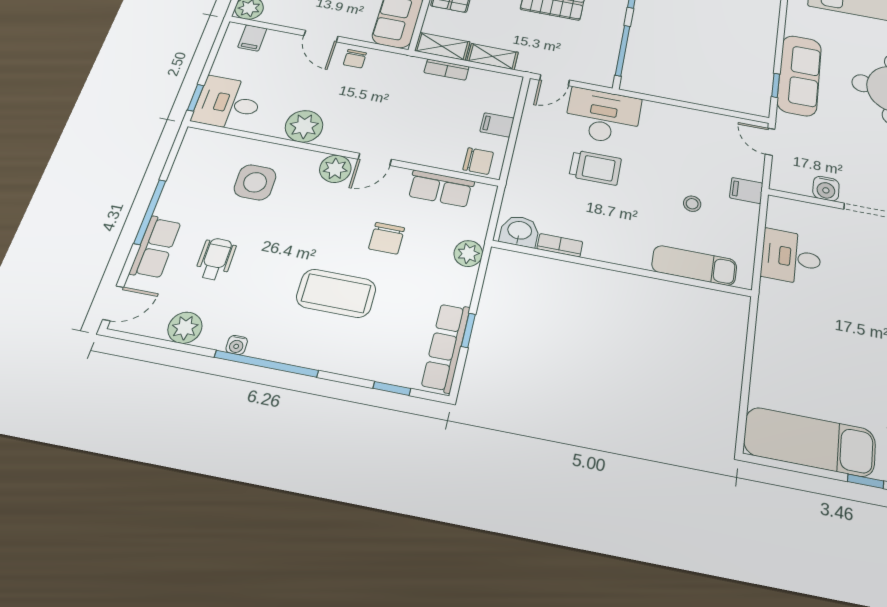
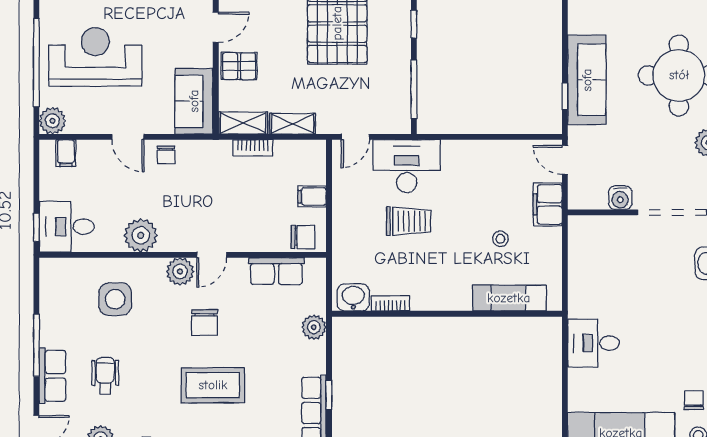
filing cabinet: (746, 190) -> (548, 204), width x2.00
chair: (387, 238) -> (204, 322), moved
desk: (791, 257) -> (594, 343), moved

